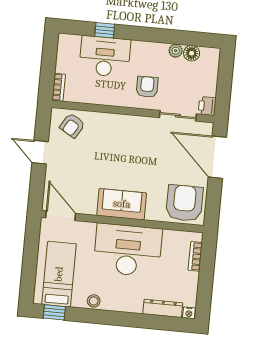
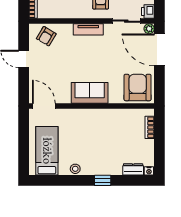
tv unit: (128, 122) -> (88, 29), added
plant: (207, 128) -> (149, 29), added
desk: (128, 250) -> (98, 127), removed
dresser: (163, 308) -> (133, 169), width x0.70
window: (54, 312) -> (103, 180), moved

